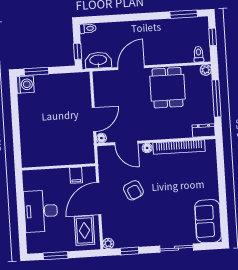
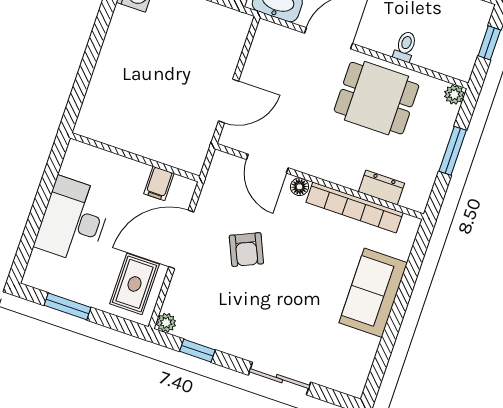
toilet: (199, 54) -> (405, 46), moved
dining table: (167, 88) -> (377, 98), turned 90
window: (216, 98) -> (453, 151), width x0.69
dresser: (204, 131) -> (381, 188), moved
floor lamp: (101, 138) -> (228, 138), removed
sofa: (208, 221) -> (373, 293), moved

